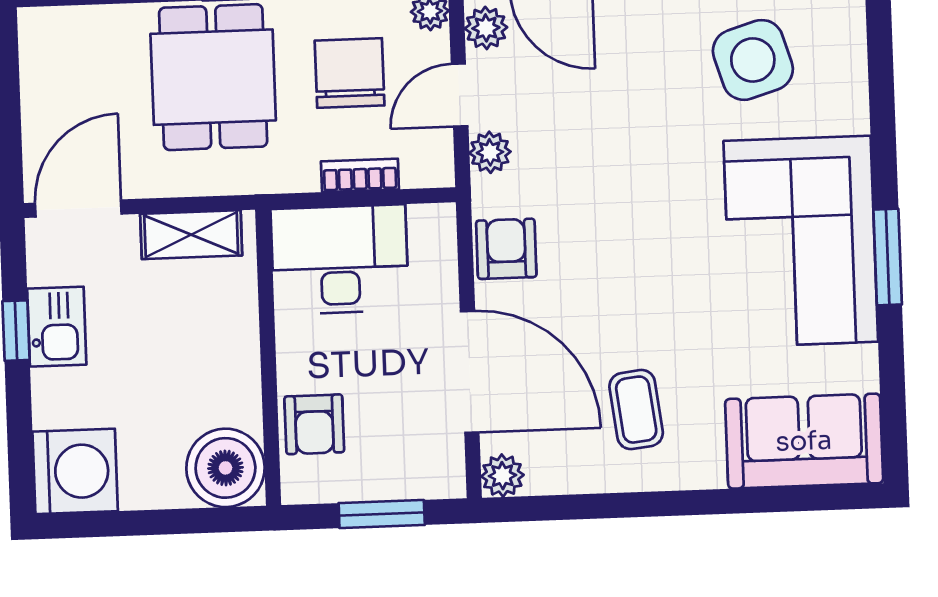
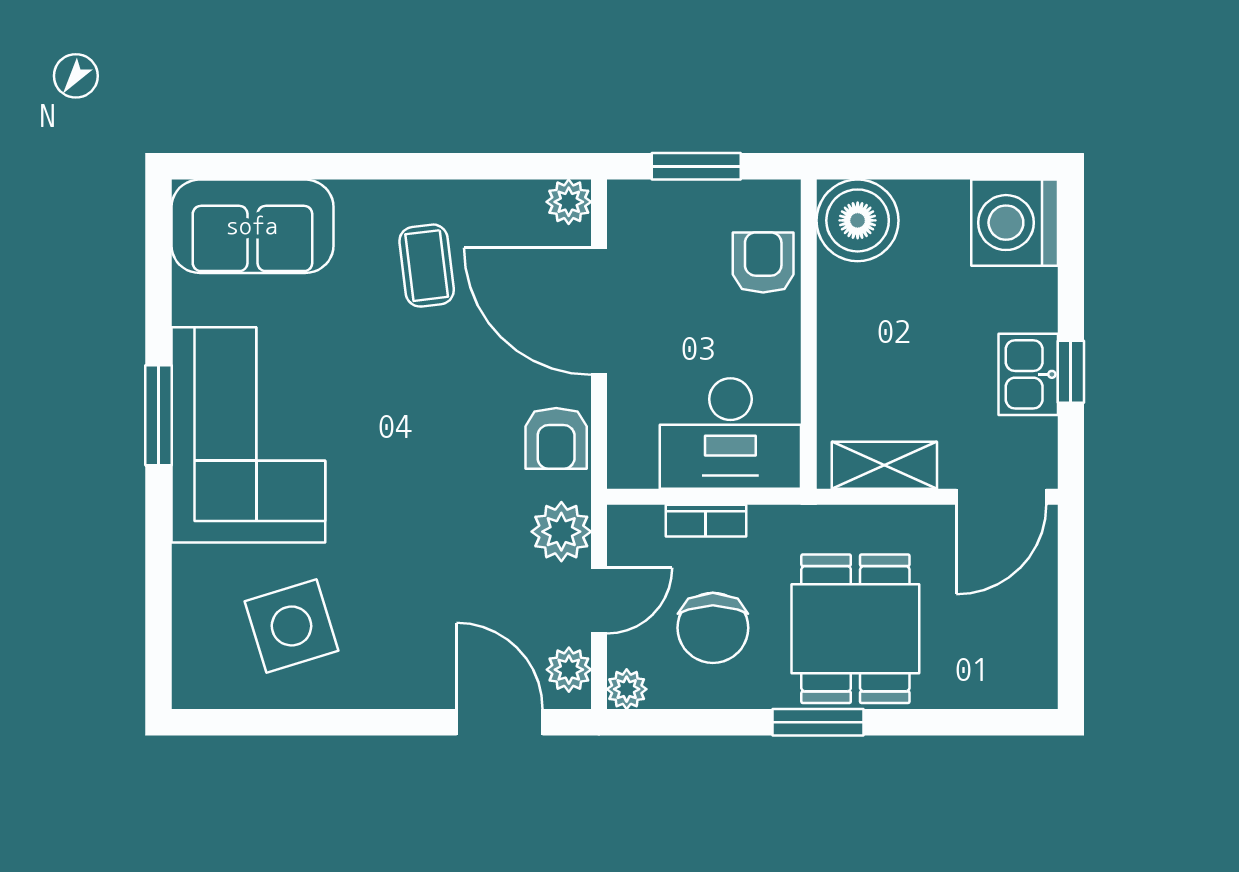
plant: (490, 152) -> (561, 532), width x1.38, depth x1.38

